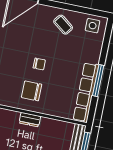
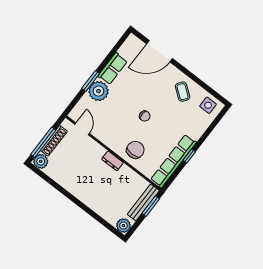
window: (98, 81) -> (189, 156), width x0.46
chair: (32, 91) -> (135, 150), moved, turned 90

